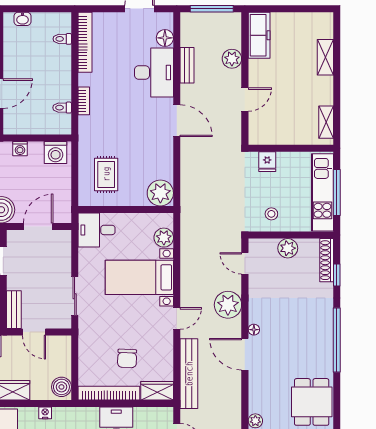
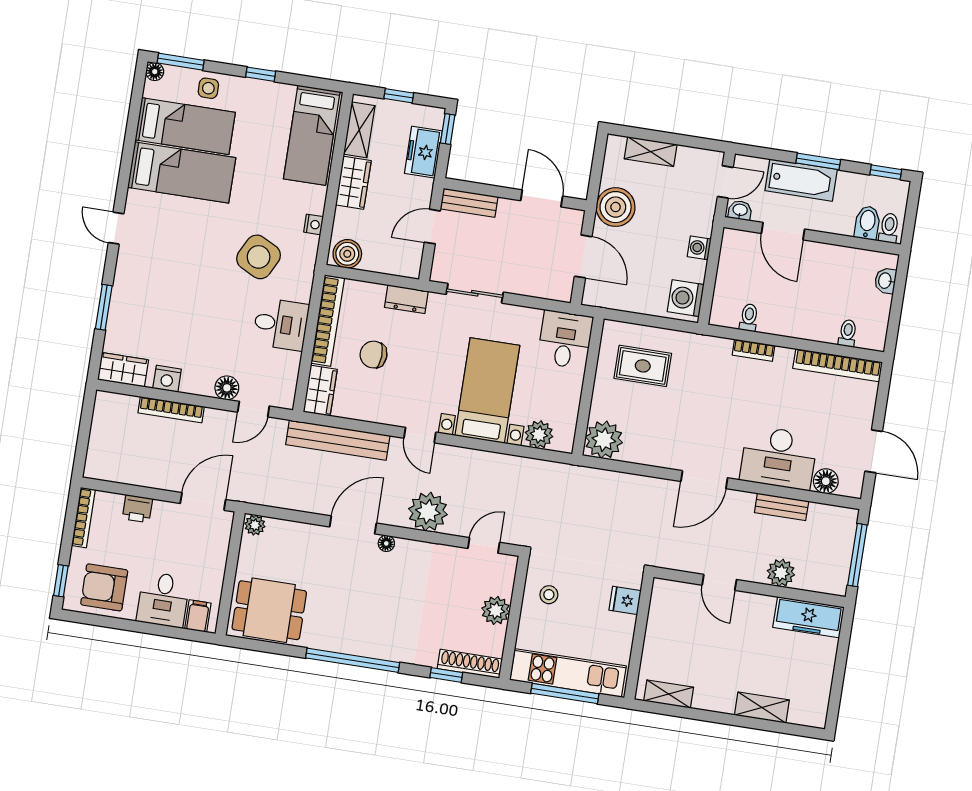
dresser: (86, 342) -> (406, 299), added

